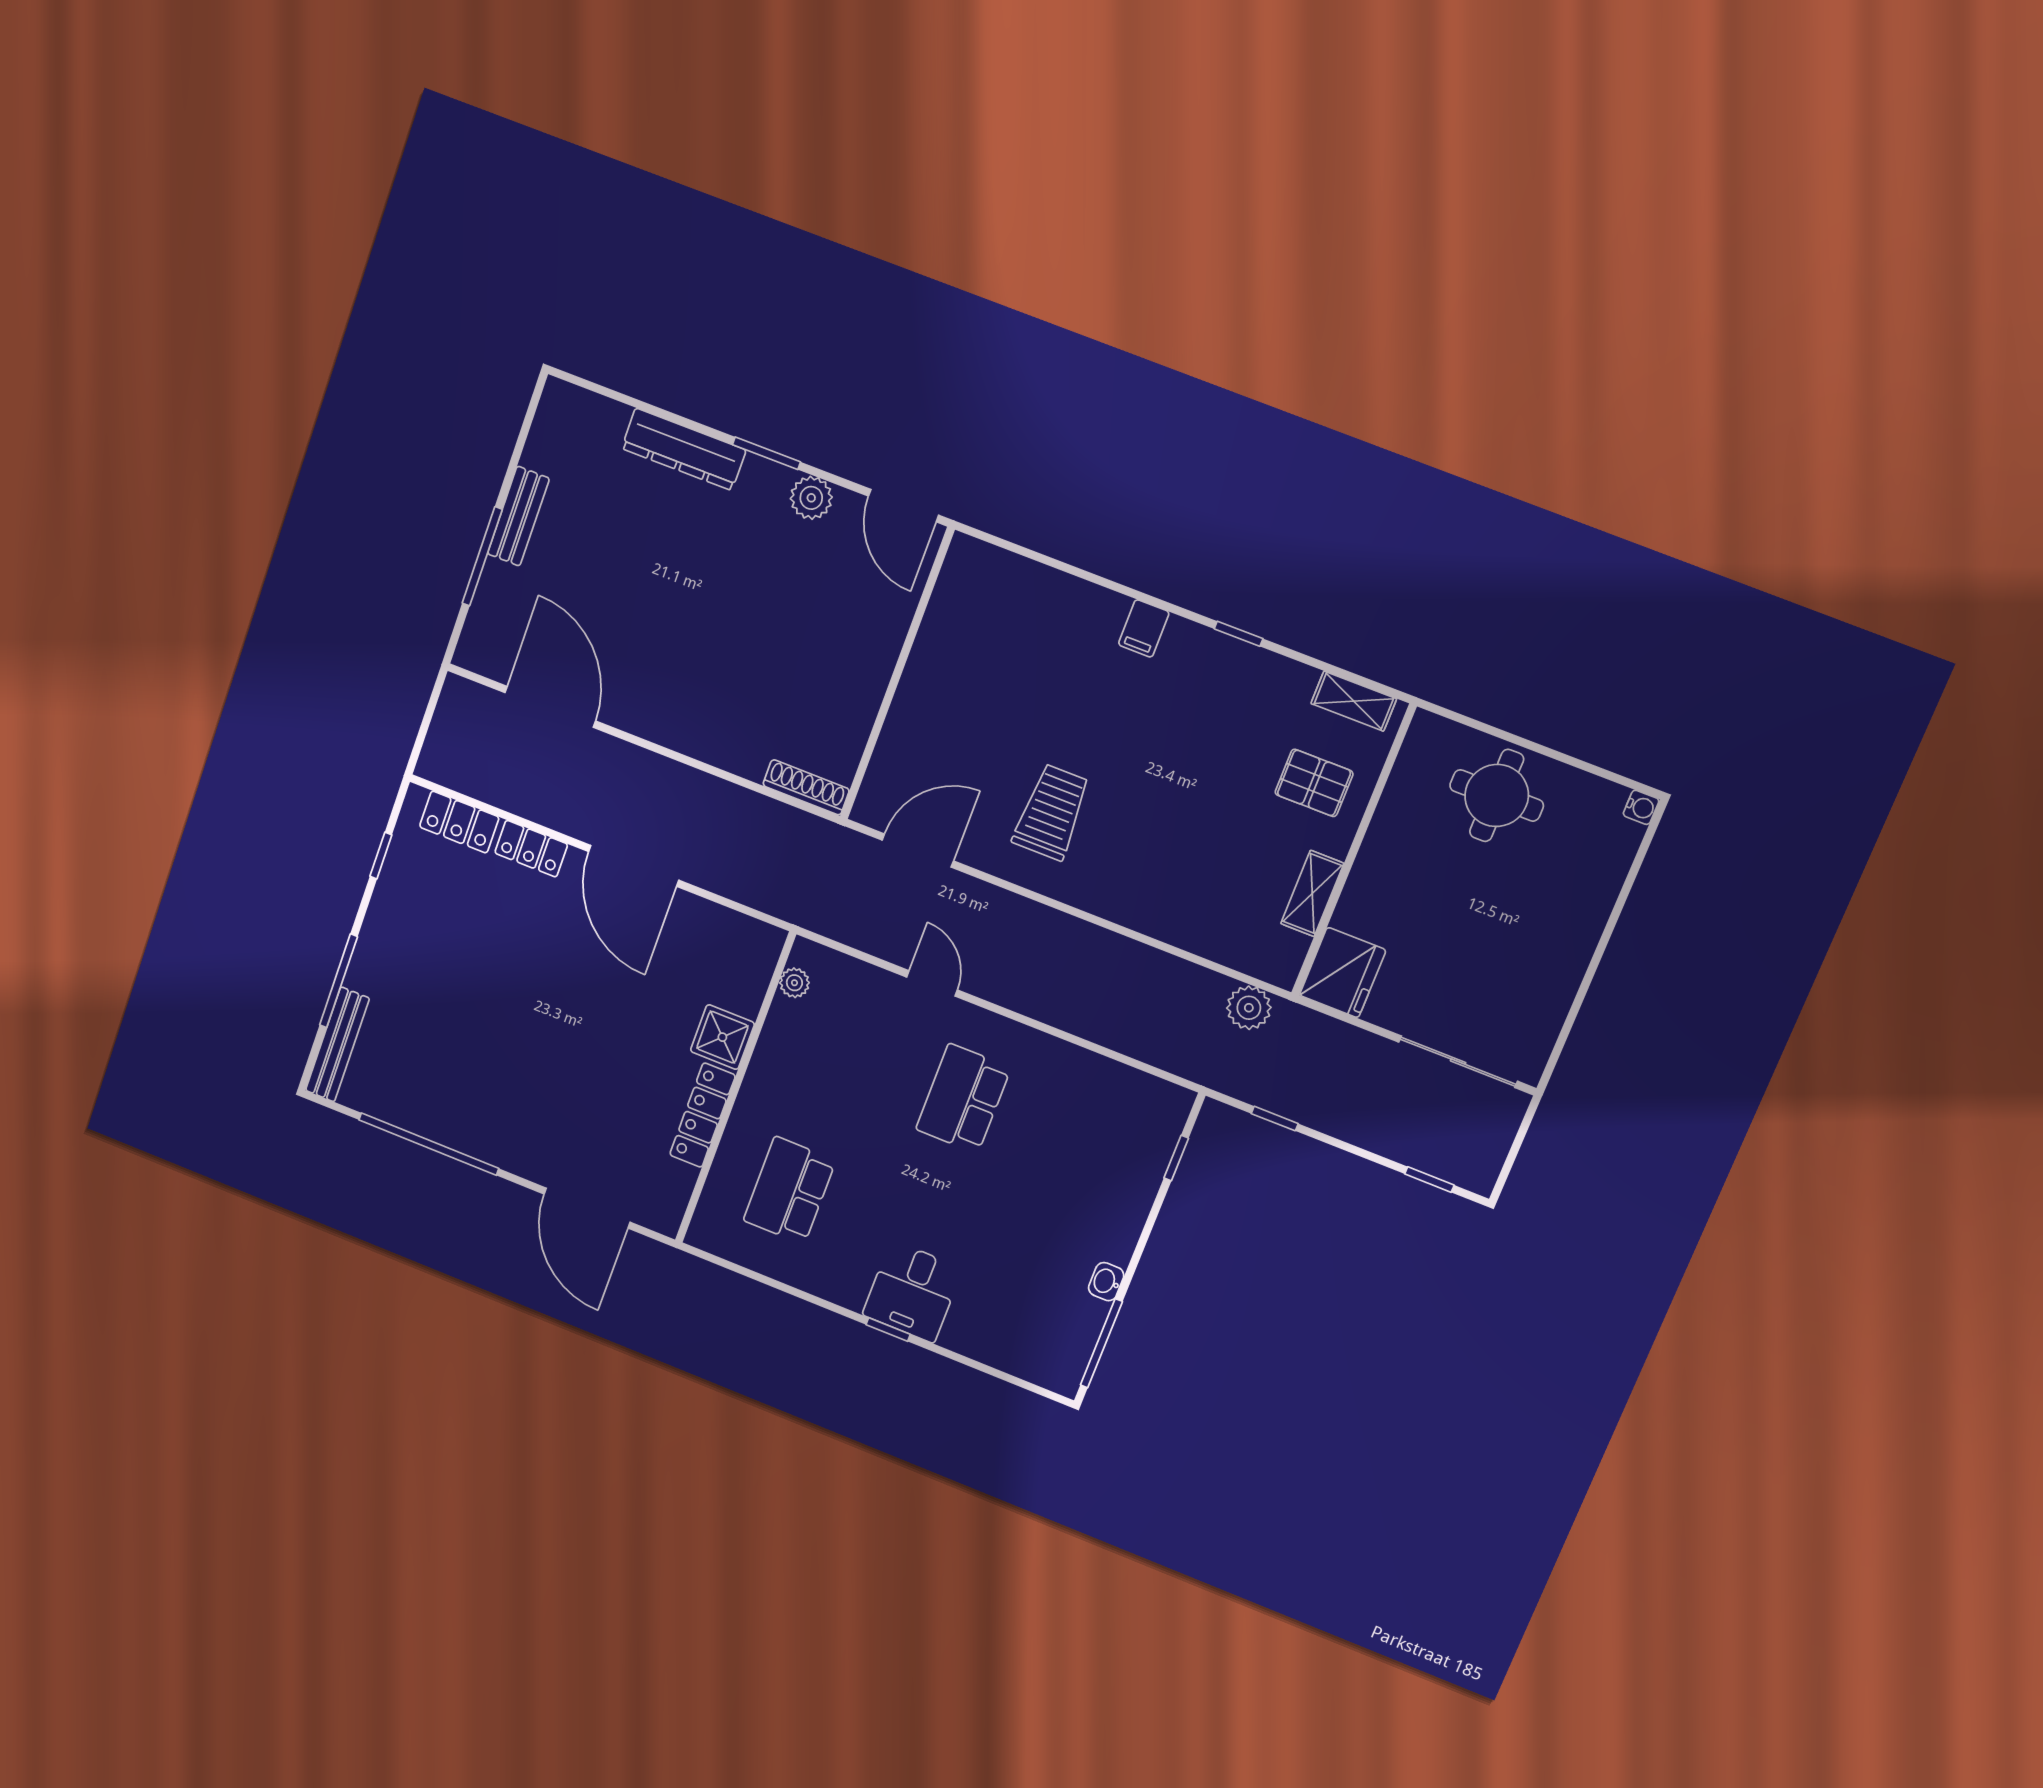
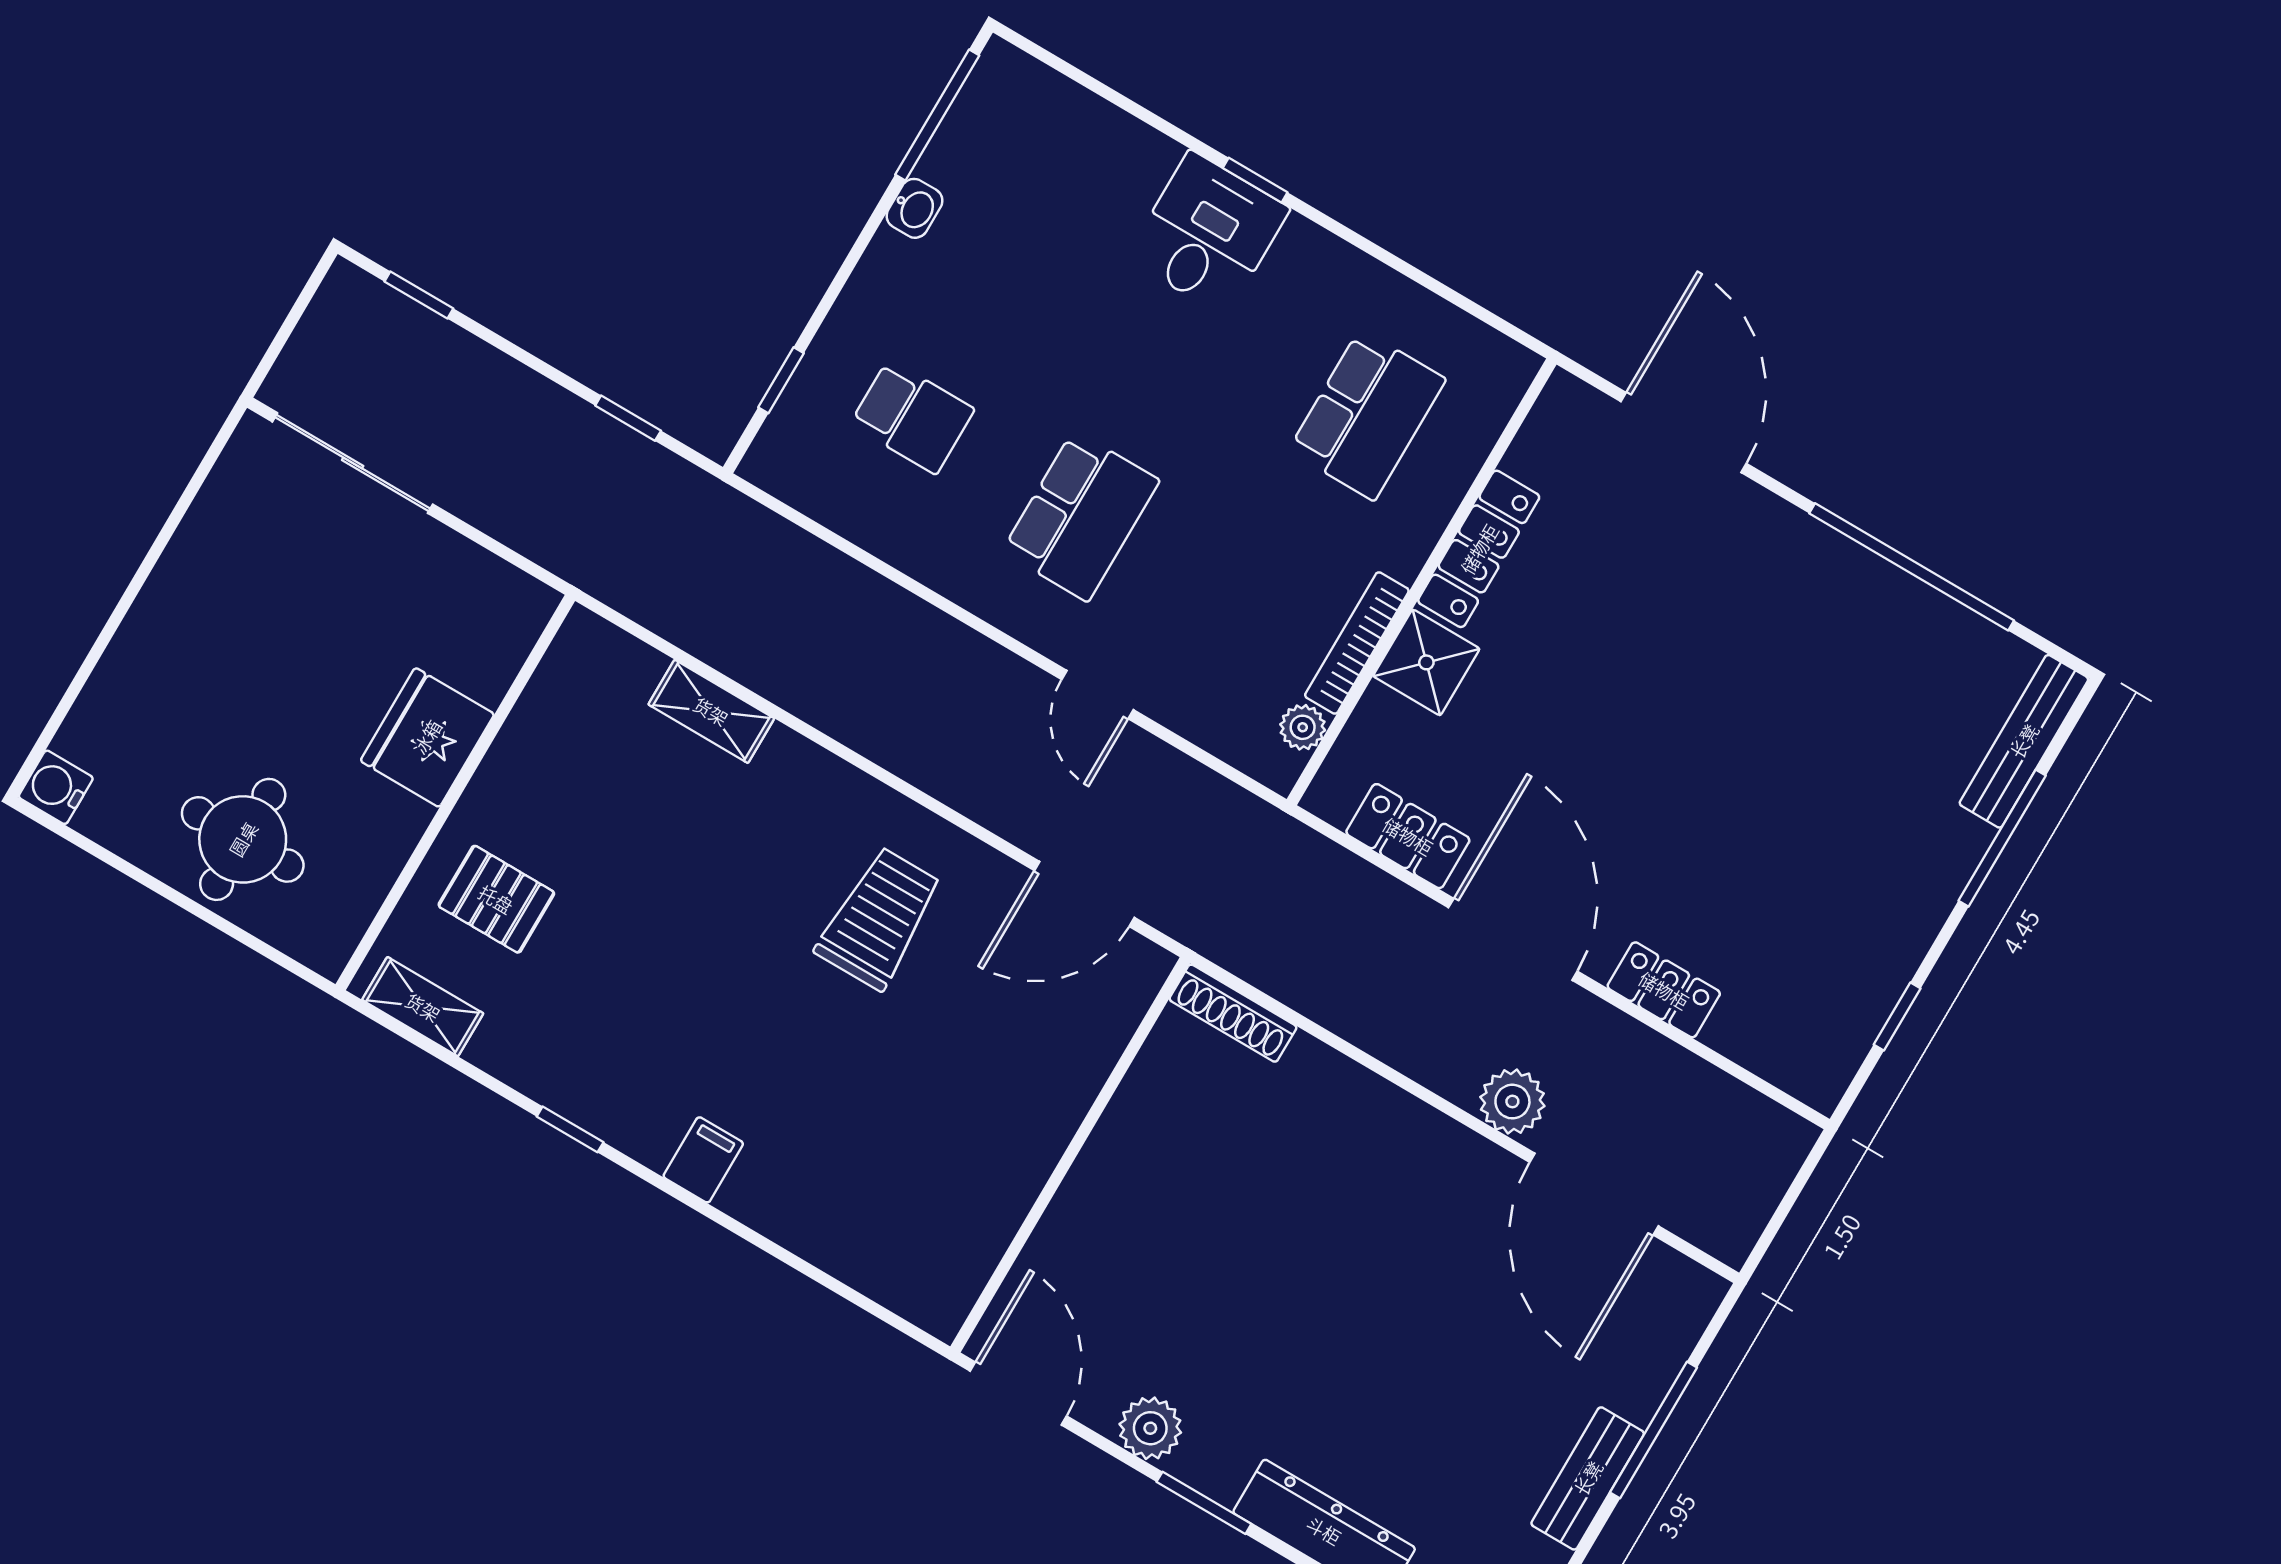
water cooler: (1641, 807) -> (56, 787), width x1.38, depth x1.38
trolley: (1052, 812) -> (879, 918), turned 180
locker: (459, 822) -> (1408, 836), moved
shelving: (1312, 893) -> (711, 711), moved, turned 90
fridge: (1343, 973) -> (427, 737), moved
plant: (1249, 1008) -> (1512, 1102), moved
bookcase: (769, 1043) -> (1357, 643), added
school desk: (1085, 1147) -> (912, 417), added

